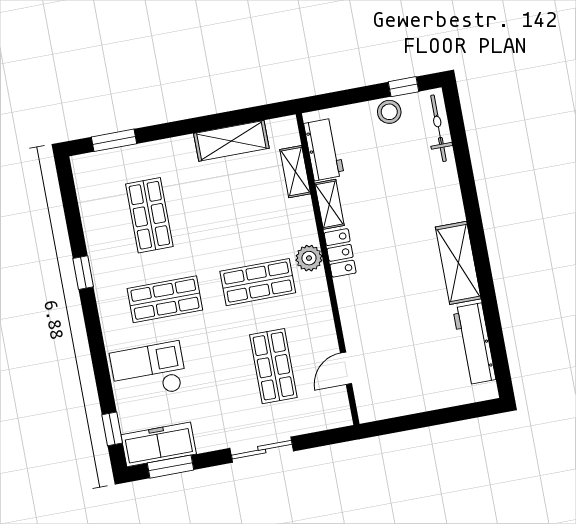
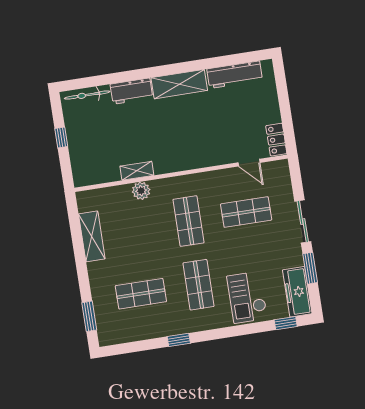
window: (403, 87) -> (61, 137), moved
stool: (389, 112) -> (75, 128), removed
workbench: (324, 149) -> (131, 91), moved, turned 180
shelving: (295, 172) -> (114, 193), removed
locker: (340, 253) -> (276, 140), moved, turned -90
plant: (309, 258) -> (141, 191), moved
window: (170, 467) -> (310, 268), moved

